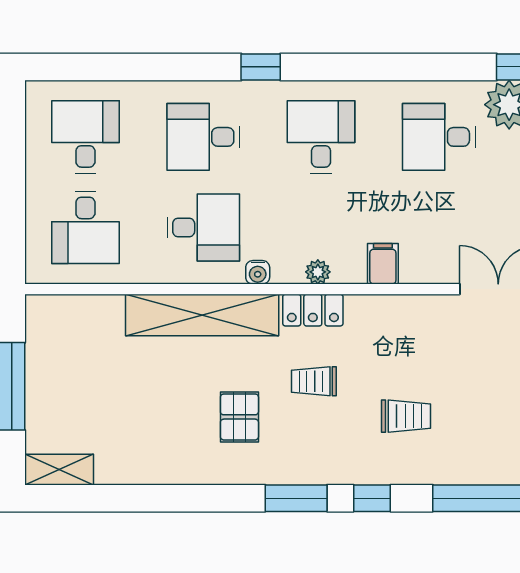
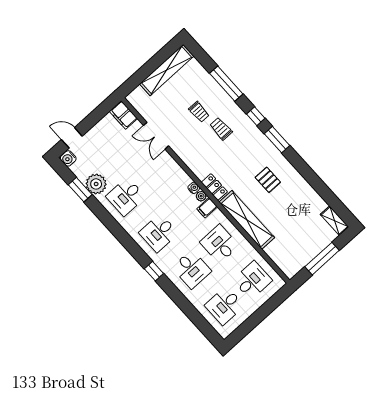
desk: (439, 137) -> (126, 197), turned 90
filing cabinet: (383, 264) -> (207, 208), moved
water cooler: (258, 272) -> (194, 188), moved
trolley: (314, 381) -> (199, 112), moved
pallet: (239, 417) -> (268, 180), turned 90

